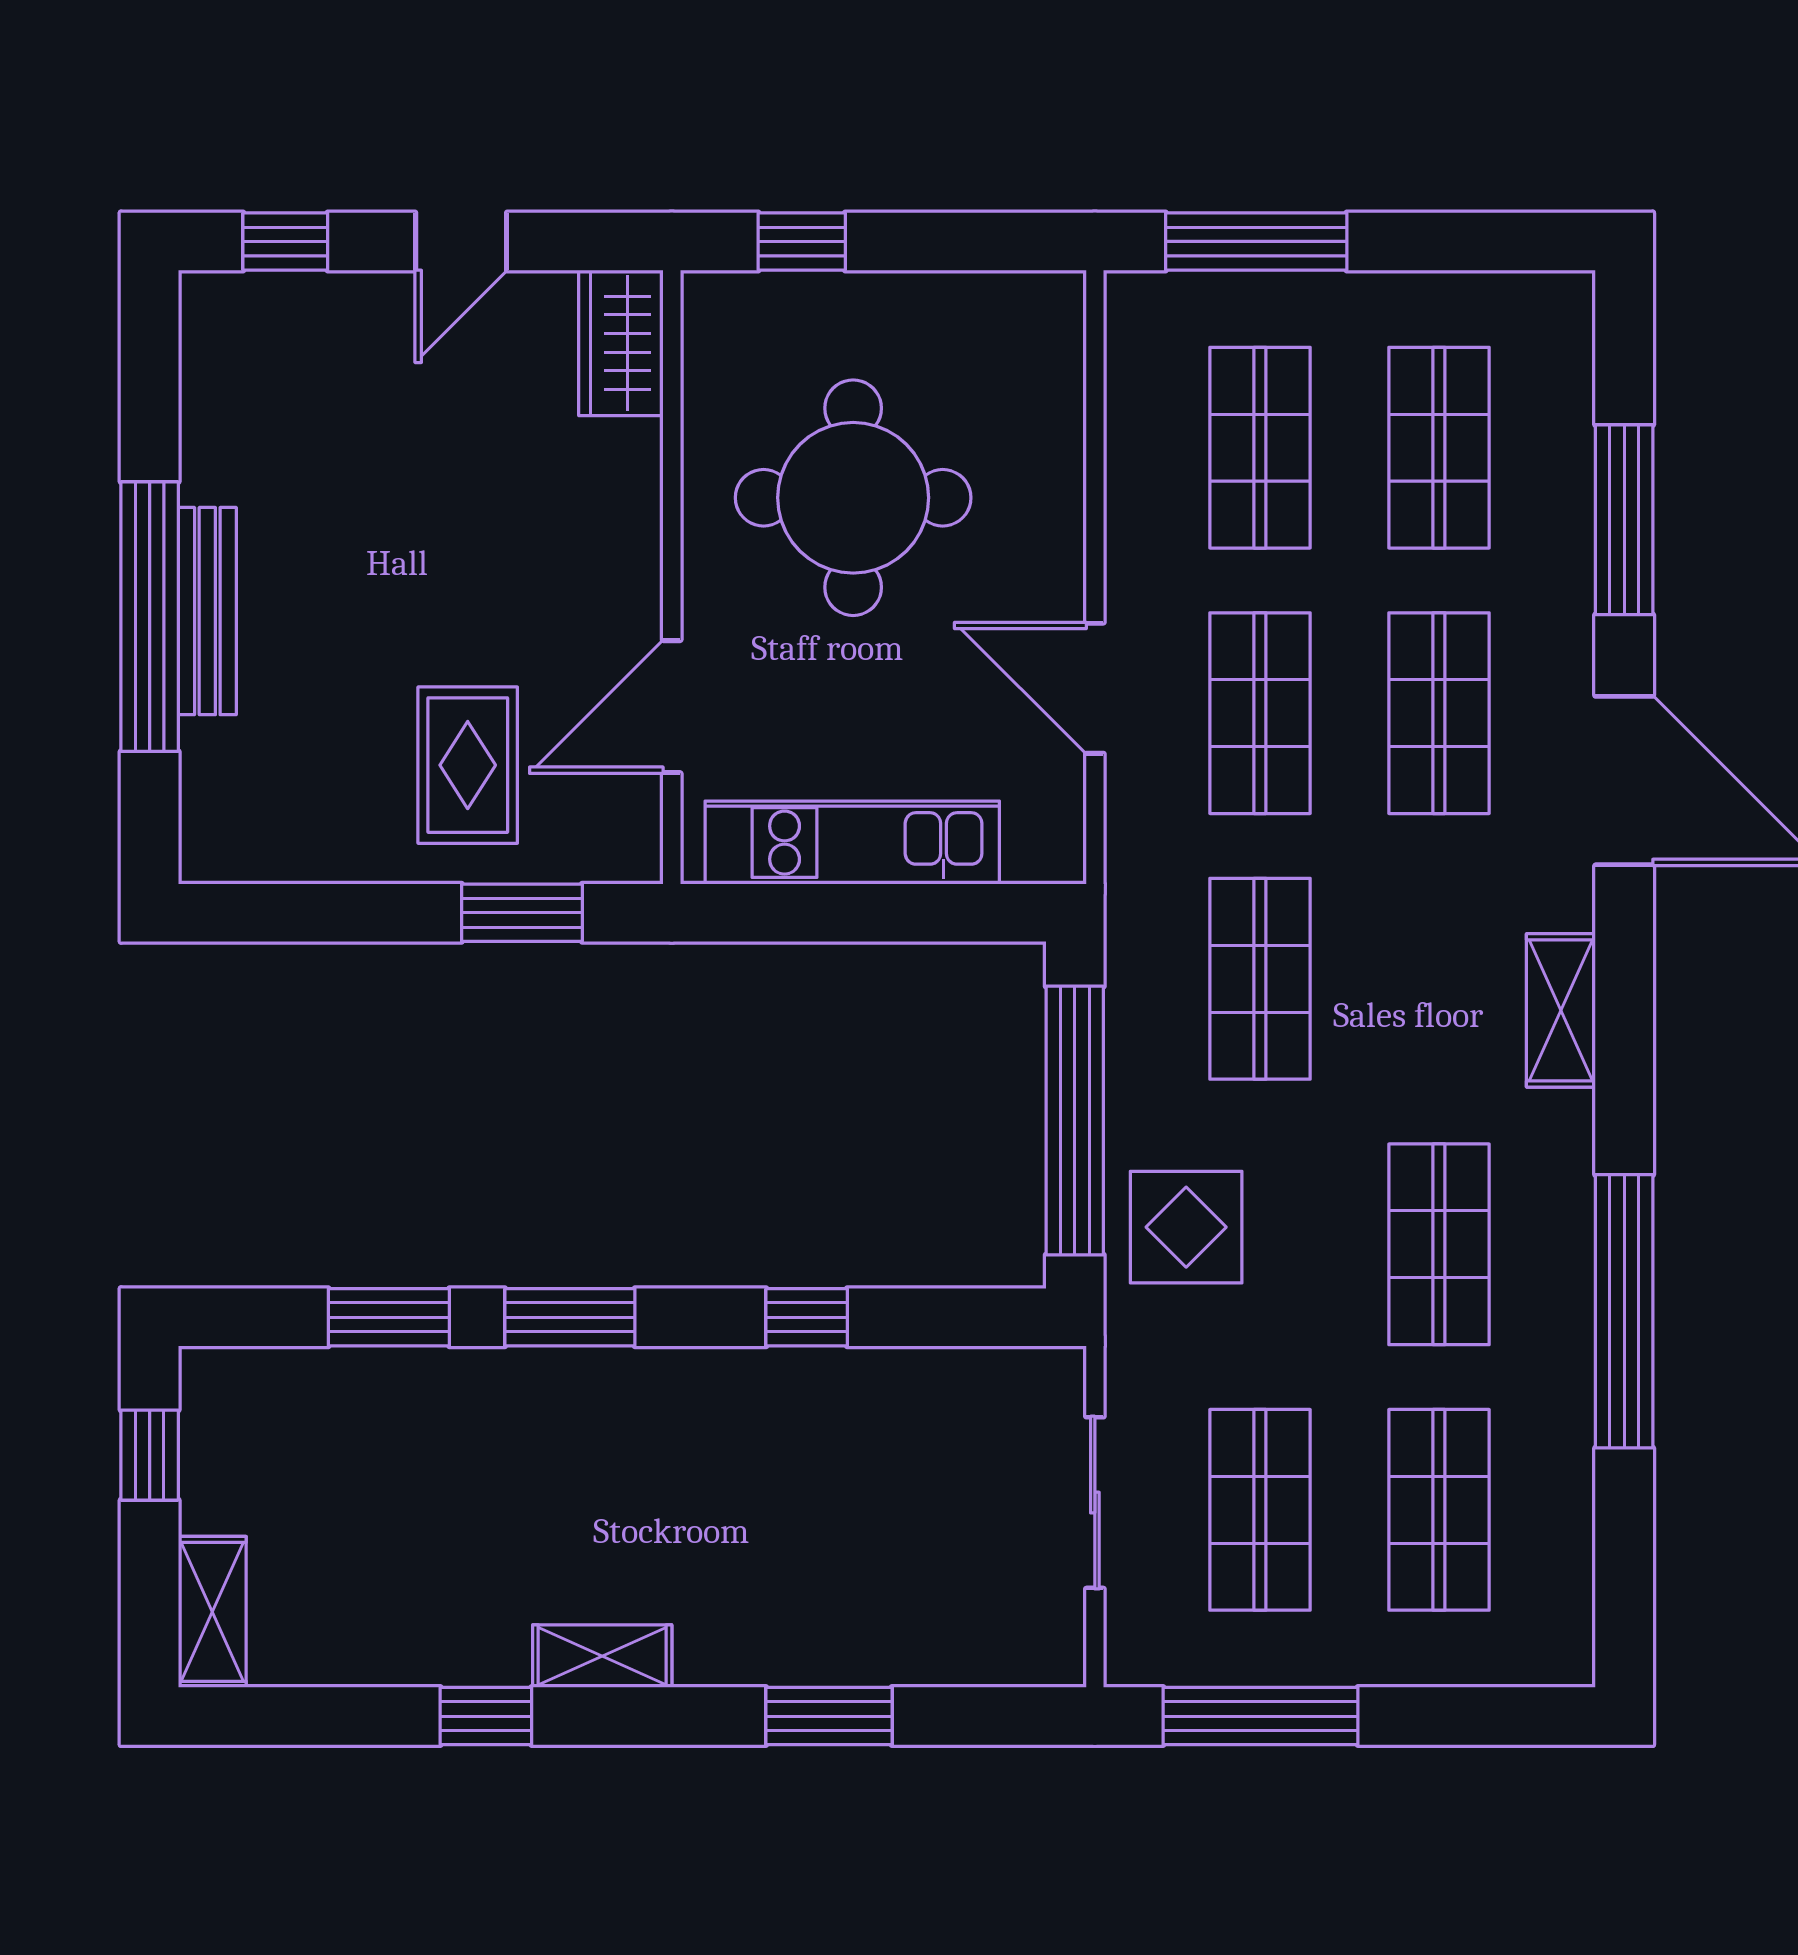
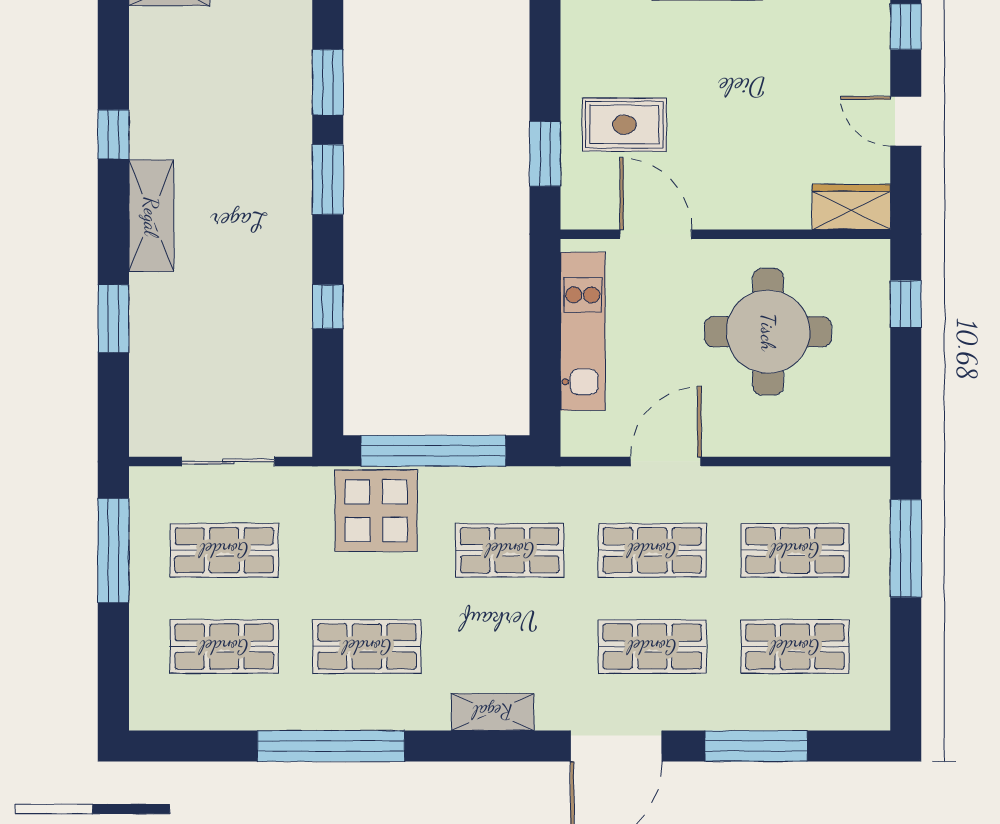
display table: (1186, 1227) -> (376, 511), width x1.36, depth x1.36
shelving: (602, 1656) -> (151, 216), width x1.50, depth x1.33

